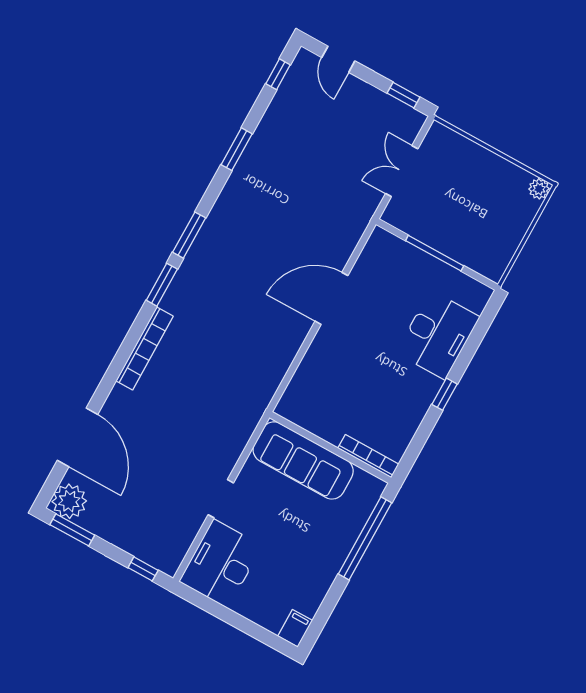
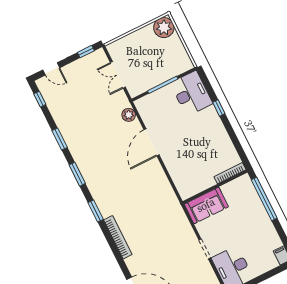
plant: (539, 189) -> (164, 28), width x1.87, depth x1.87
plant: (350, 232) -> (129, 115), added
window: (189, 235) -> (77, 174), moved
desk: (438, 335) -> (191, 93), moved
window: (445, 394) -> (219, 108), moved
sofa: (303, 460) -> (206, 205), width x0.73

